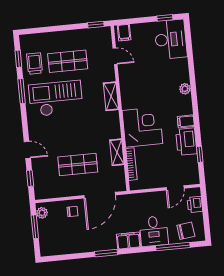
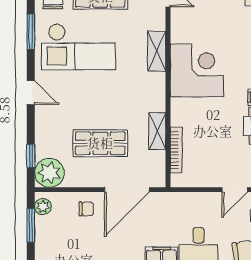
checkout: (56, 98) -> (78, 47), turned 180
corner desk: (142, 127) -> (197, 70), moved
door: (27, 150) -> (31, 93), moved
plant: (44, 189) -> (49, 173), added

